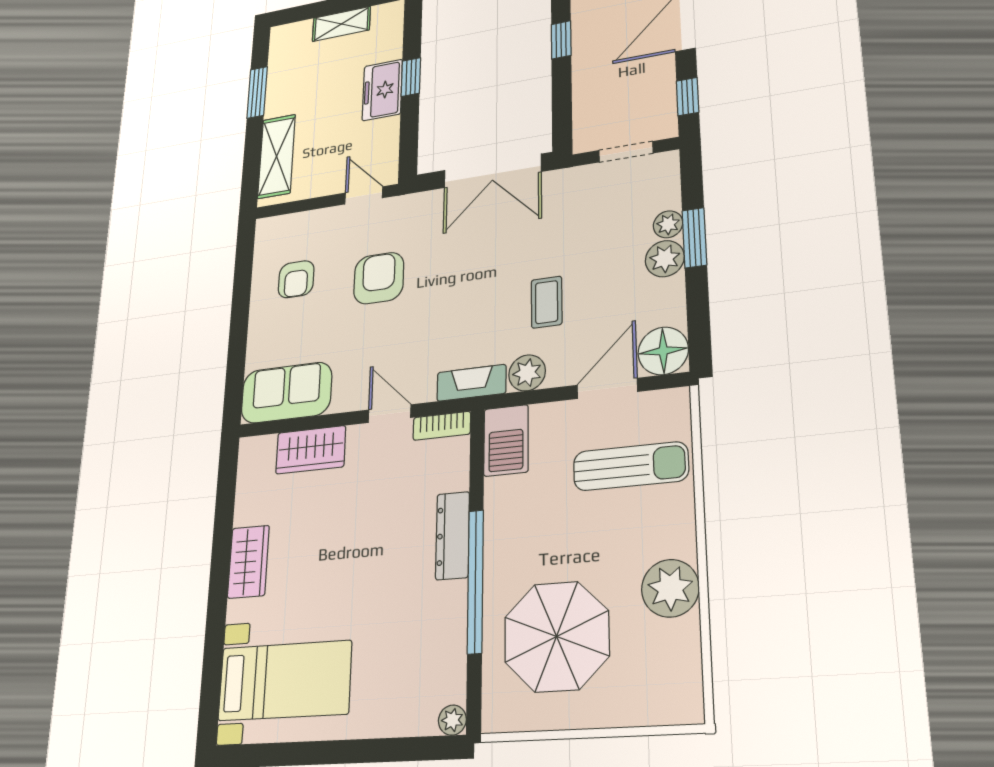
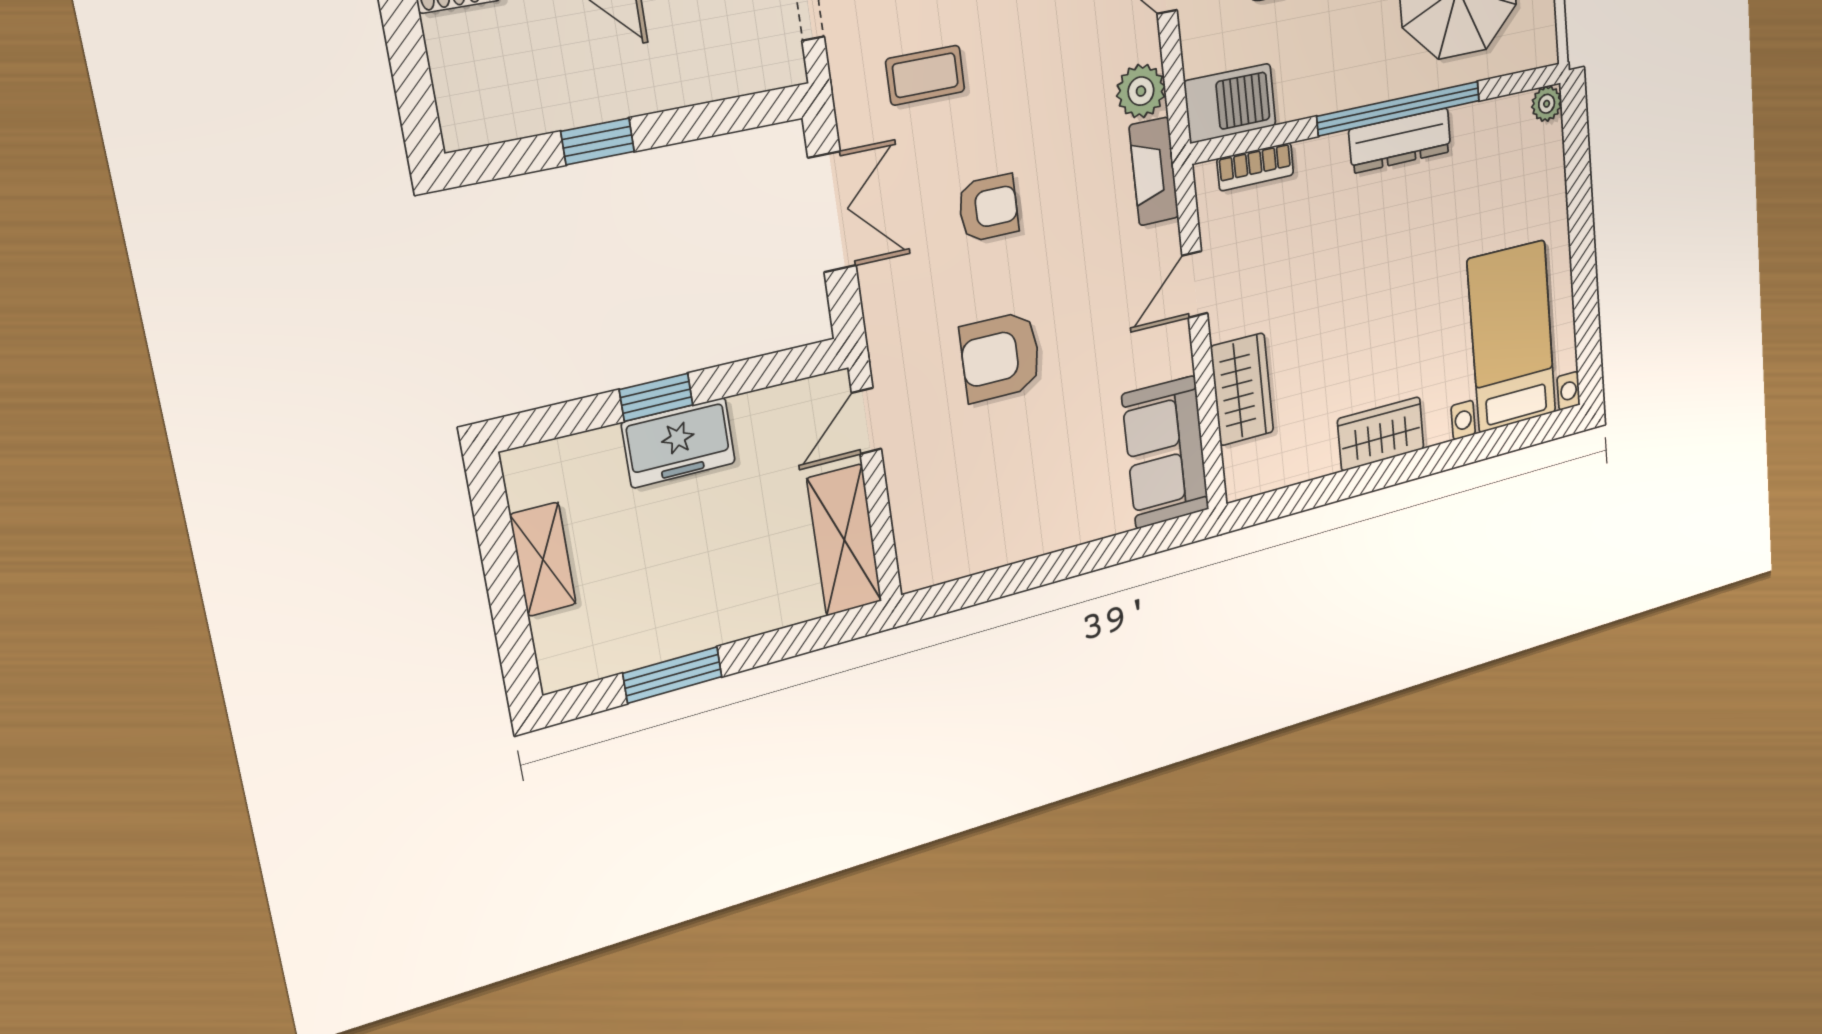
shelving: (277, 156) -> (844, 540), moved, turned 90
double door: (492, 171) -> (832, 212), width x0.73
armchair: (296, 279) -> (988, 208), moved
coffee table: (547, 302) -> (925, 75), moved
bookcase: (442, 426) -> (1255, 167), moved, turned 90
dresser: (453, 536) -> (1400, 141), moved

